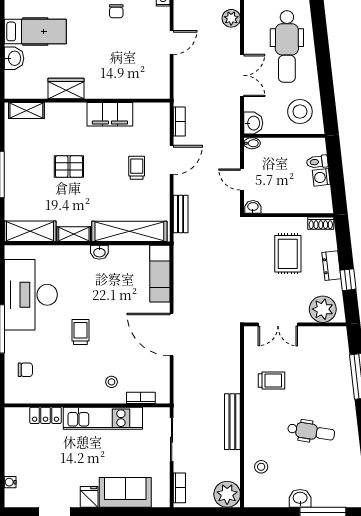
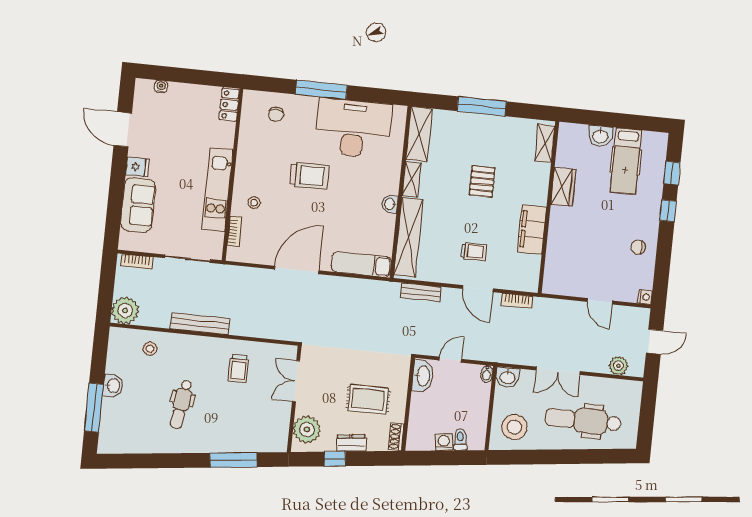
washbasin: (253, 207) -> (423, 376), width x1.91, depth x1.45
trolley: (80, 332) -> (309, 176), width x1.36, depth x1.39
locker: (46, 415) -> (229, 105), moved

